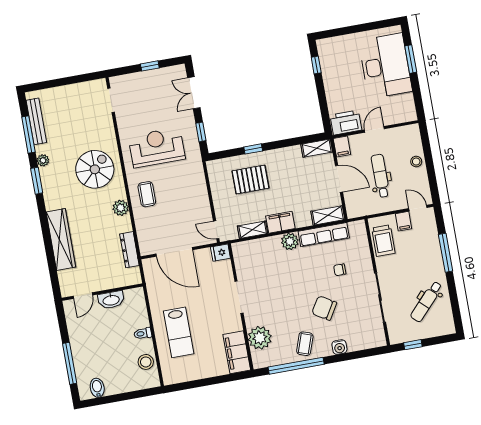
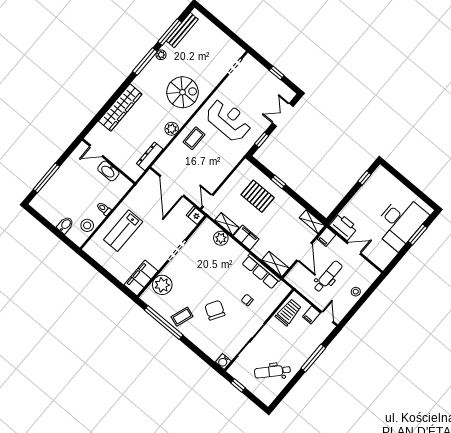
window: (37, 181) -> (145, 61), width x1.44
plant: (290, 241) -> (221, 238), moved
trolley: (383, 241) -> (288, 312), turned 180
water cooler: (339, 347) -> (223, 362), moved
bidet: (97, 388) -> (65, 225), moved

